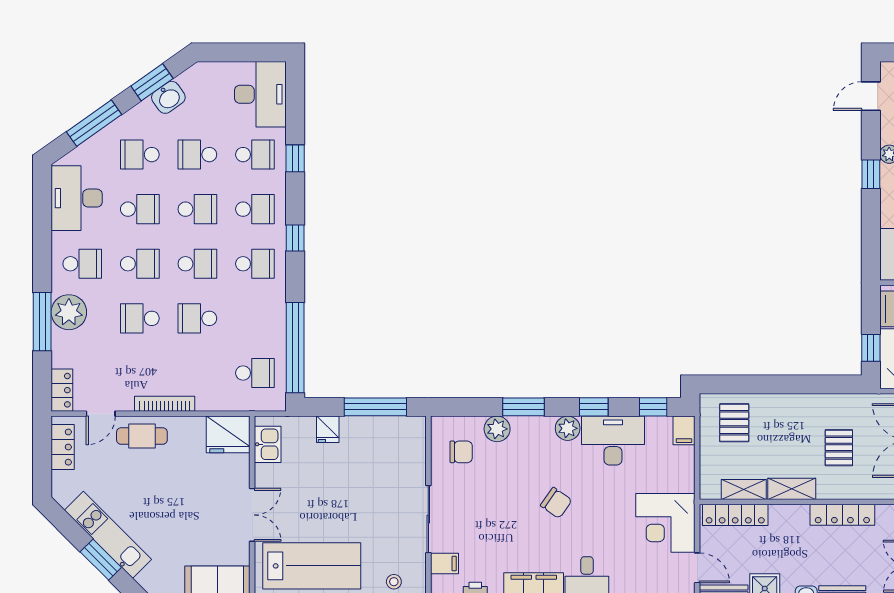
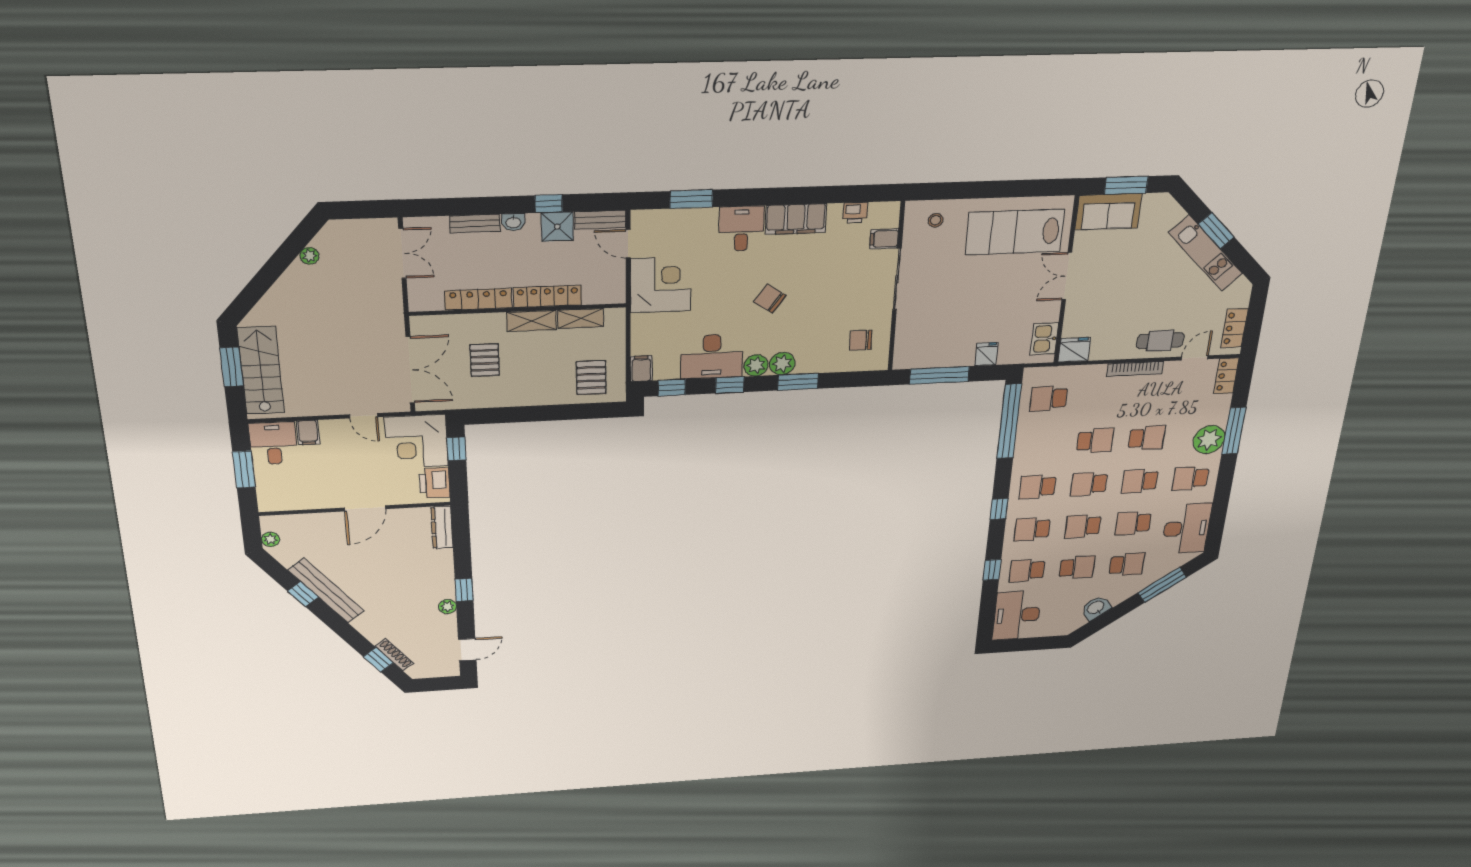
window: (152, 82) -> (1108, 618), removed
plant: (497, 429) -> (782, 364), moved
fridge: (228, 434) -> (1074, 350), width x0.73, depth x0.75
locker: (735, 515) -> (548, 296), moved

